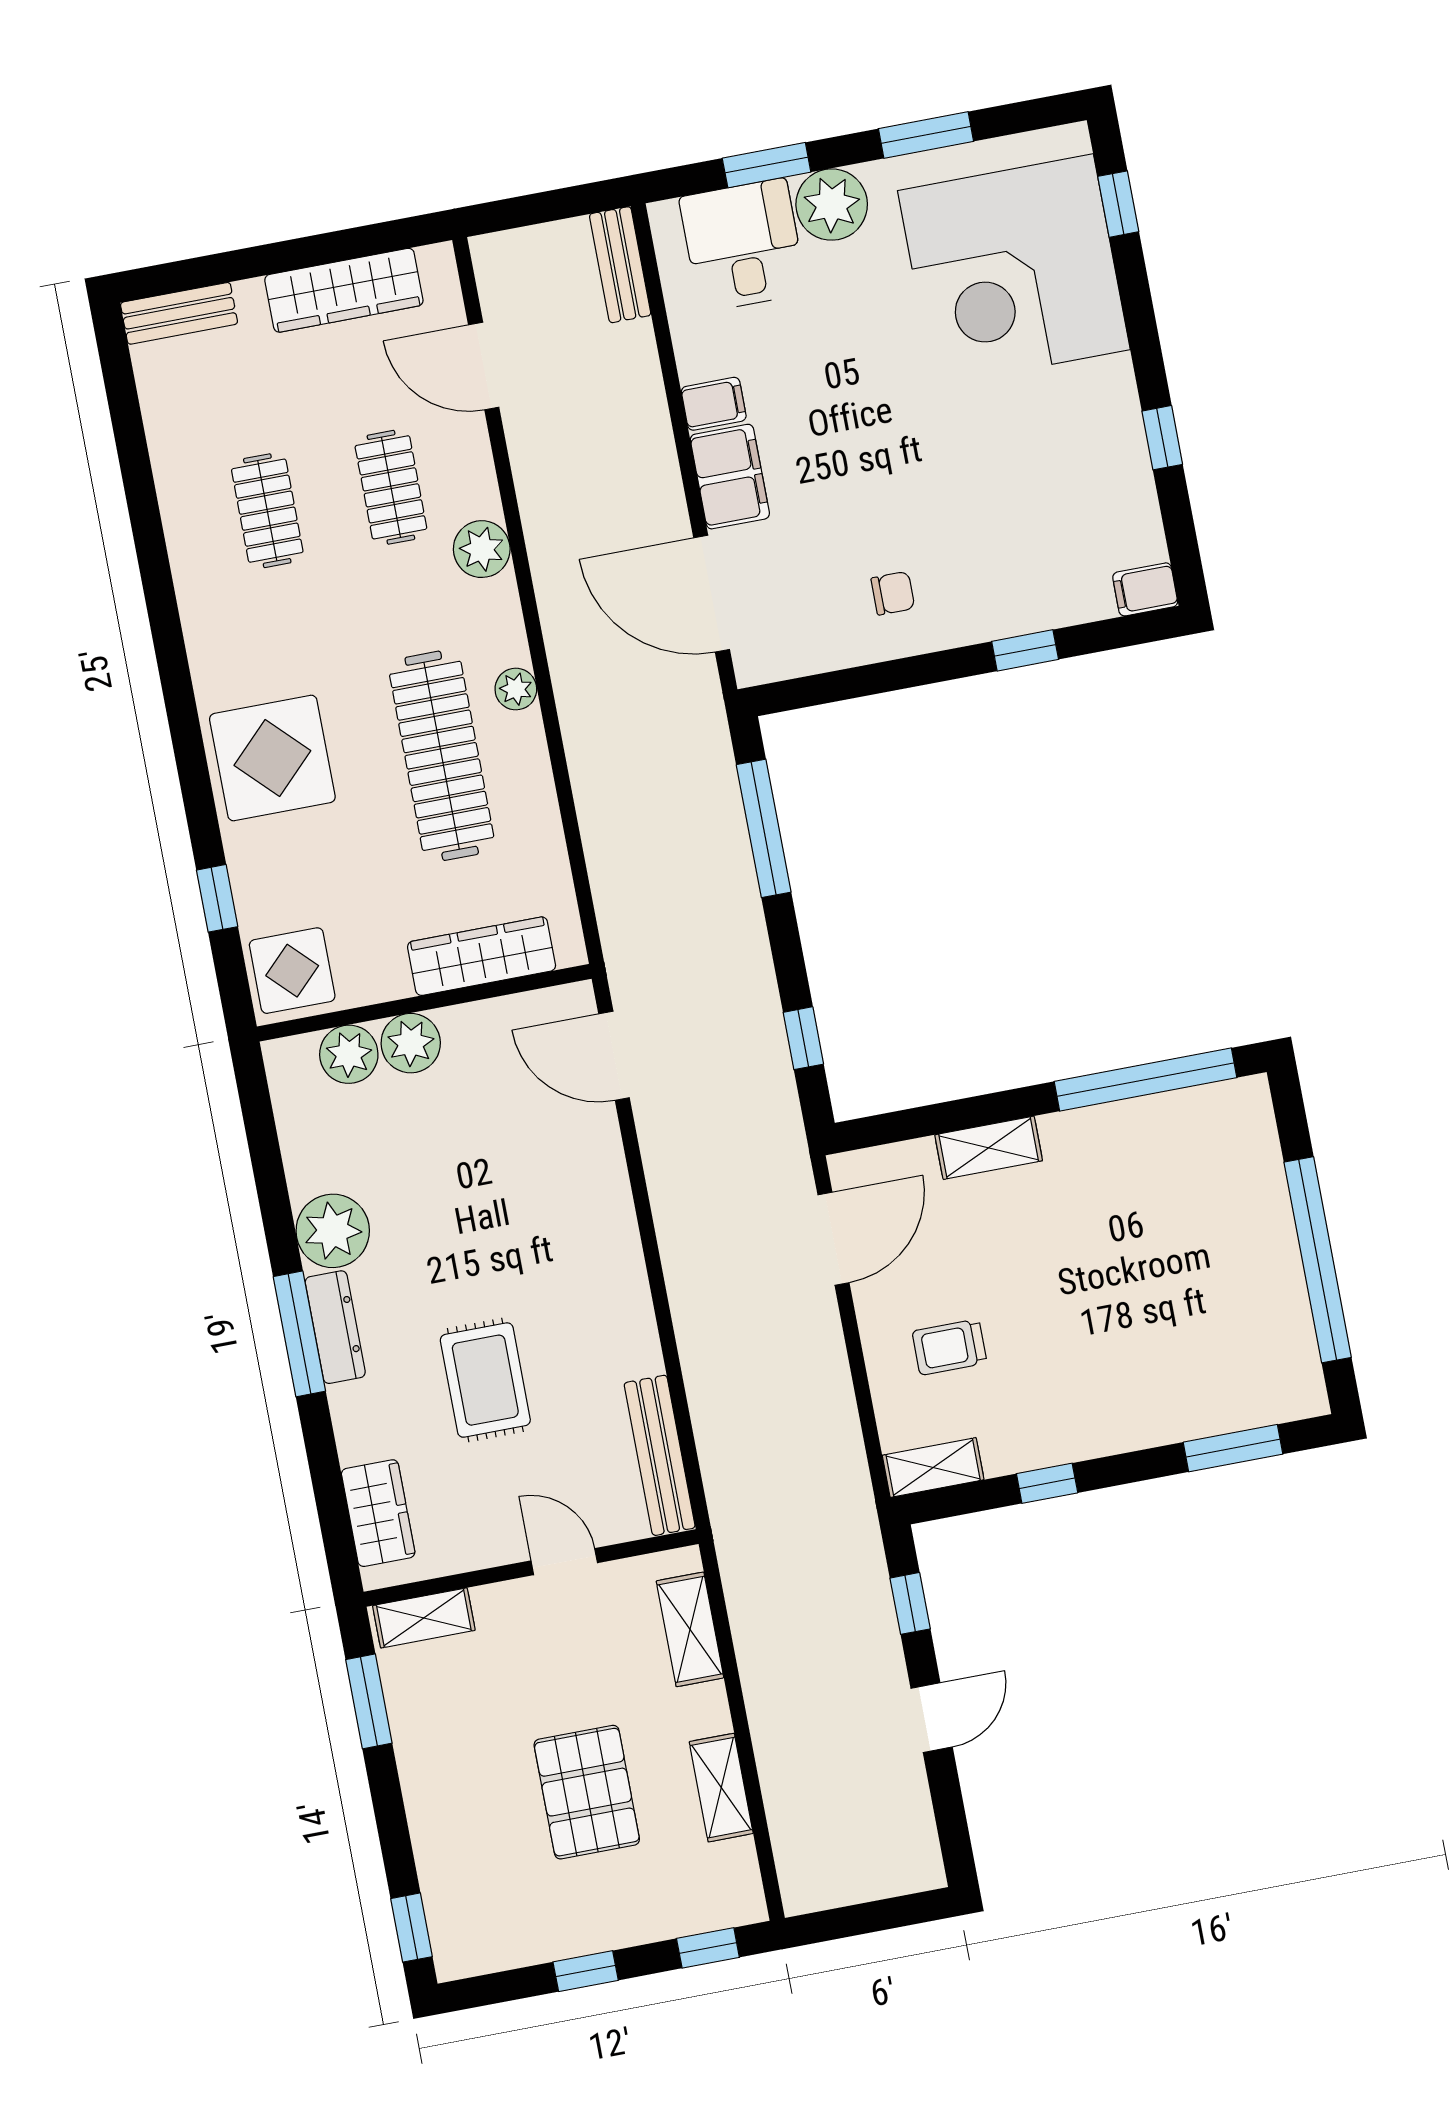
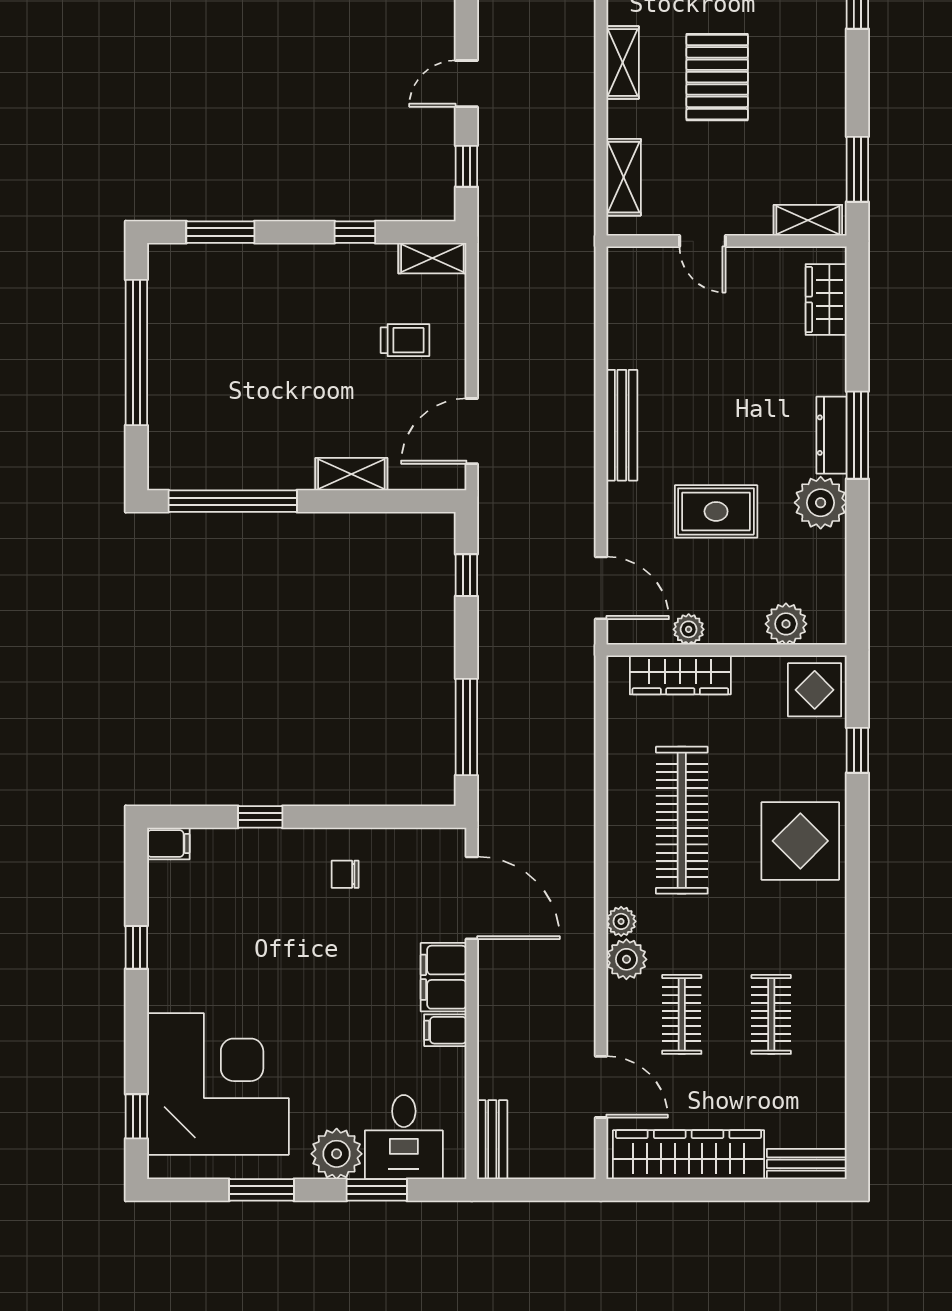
wardrobe: (344, 290) -> (689, 1155), width x1.40, depth x1.17
plant: (516, 689) -> (621, 921), moved
plant: (411, 1043) -> (689, 629), moved, width x0.73, depth x0.73
rug: (485, 1380) -> (716, 511), moved, turned 90
bench: (660, 1455) -> (622, 425), moved

